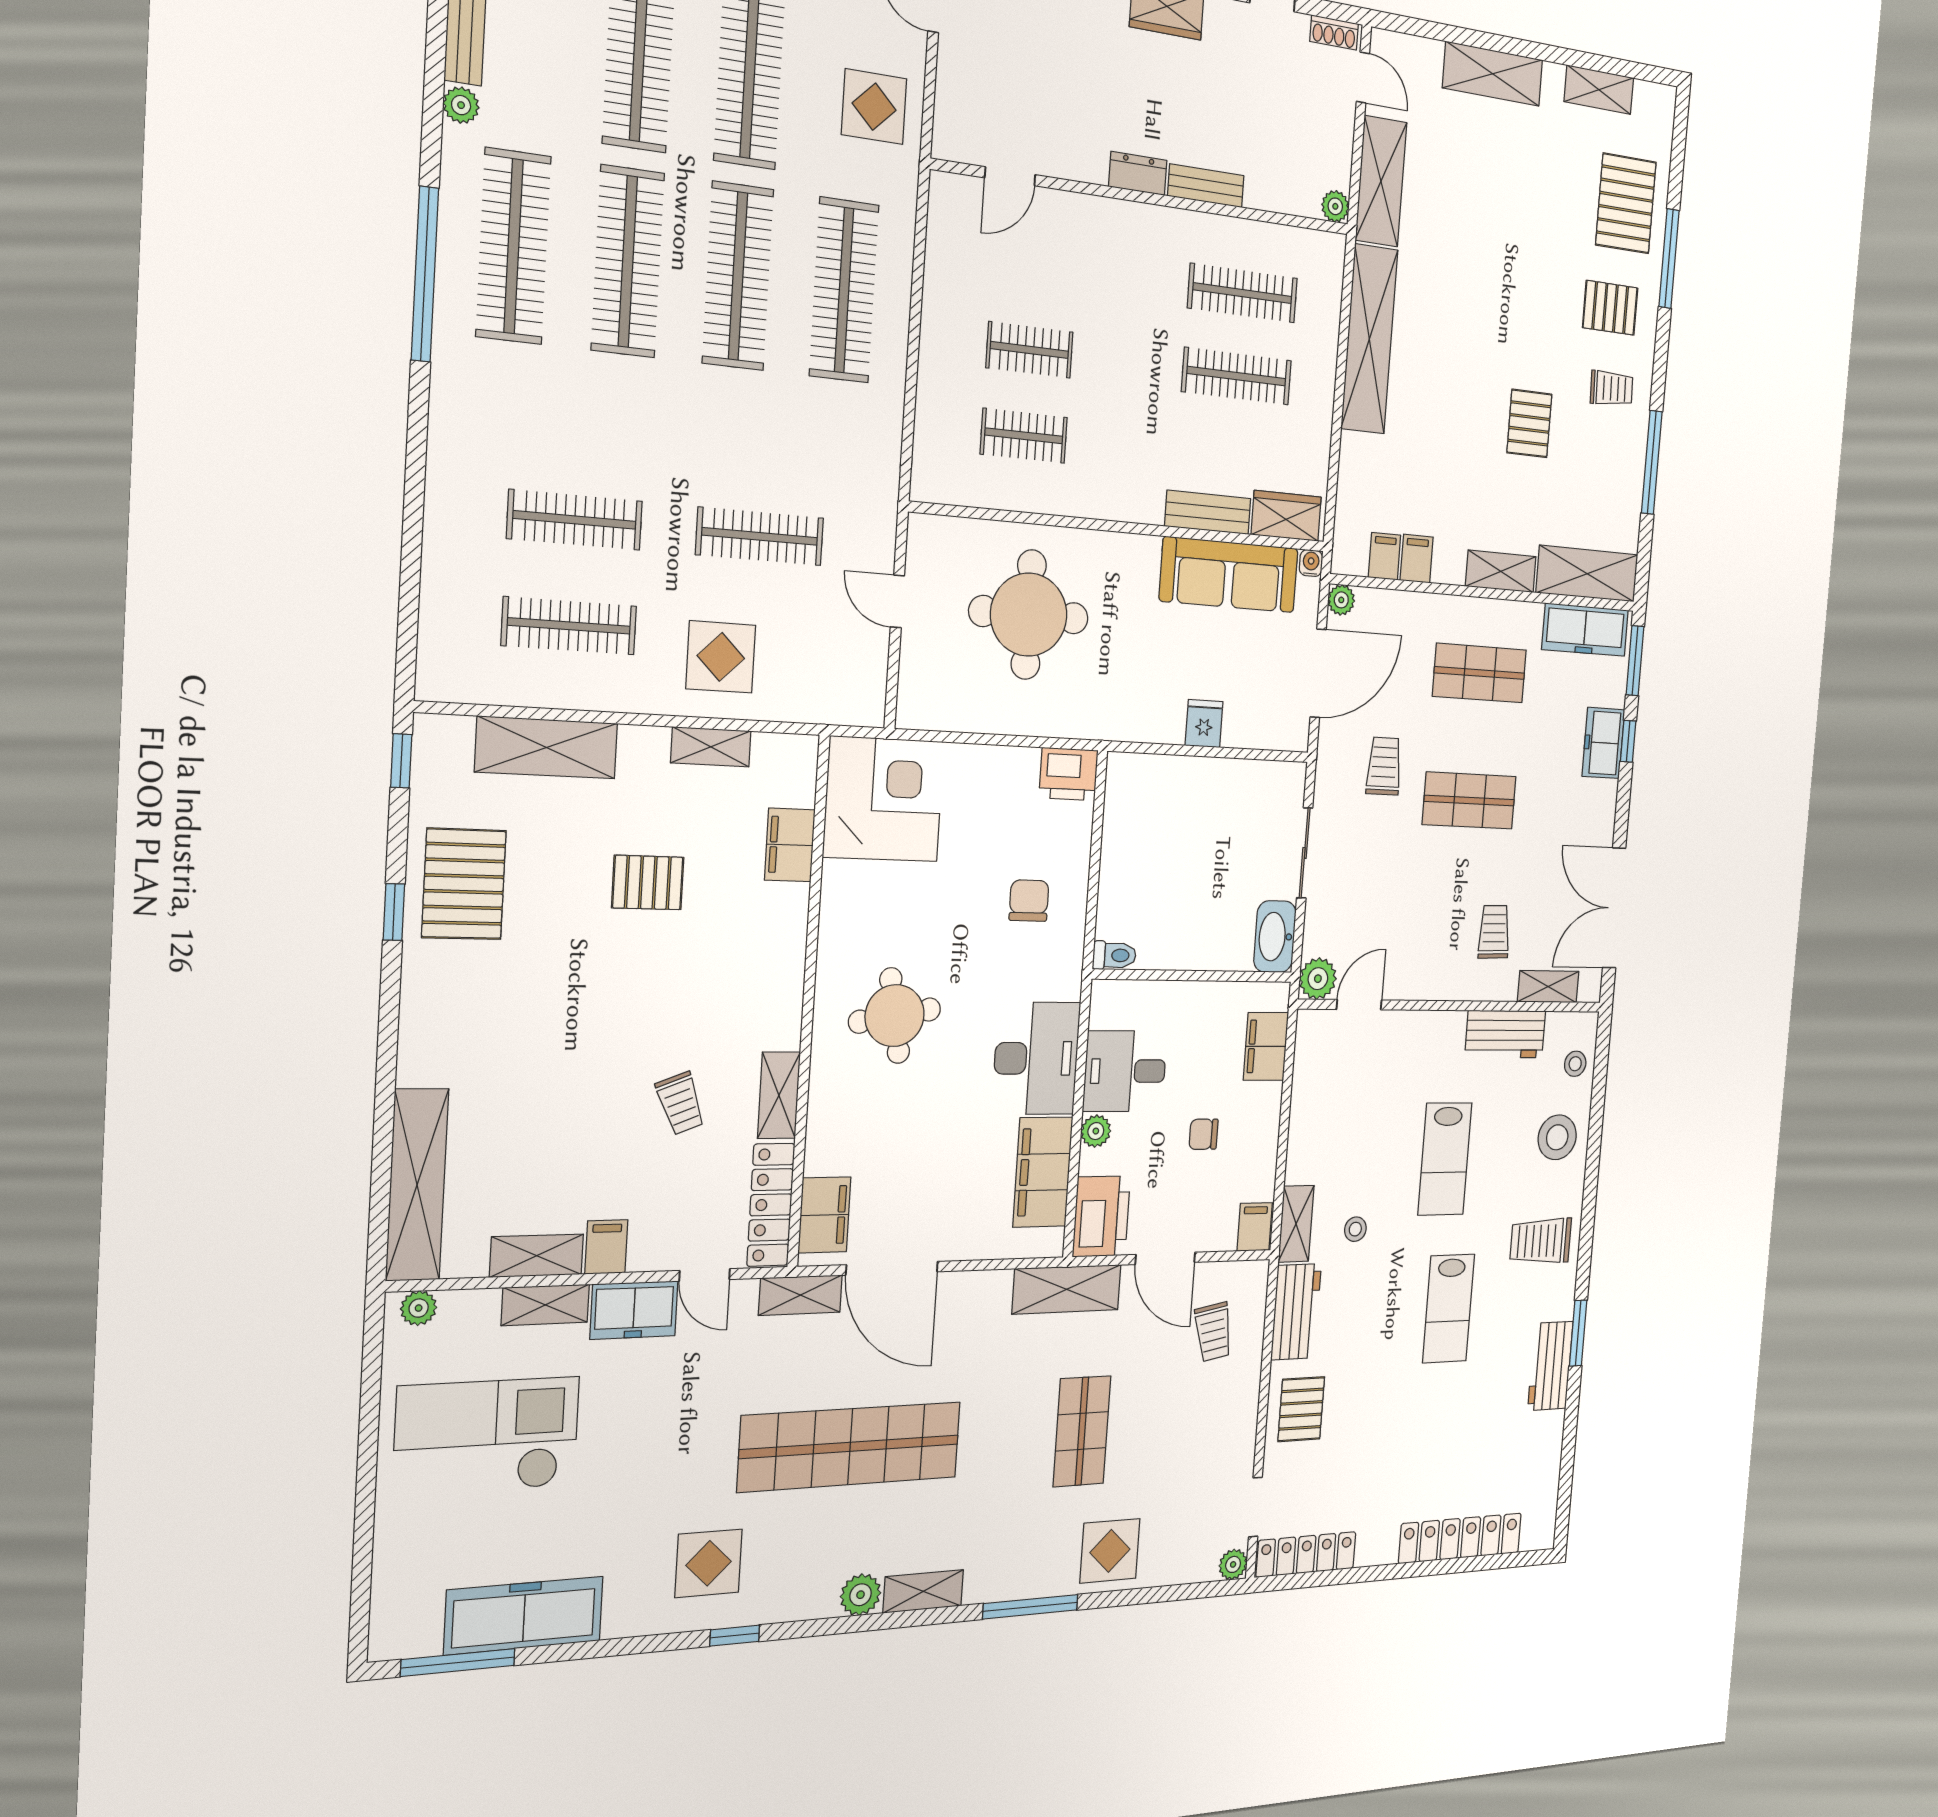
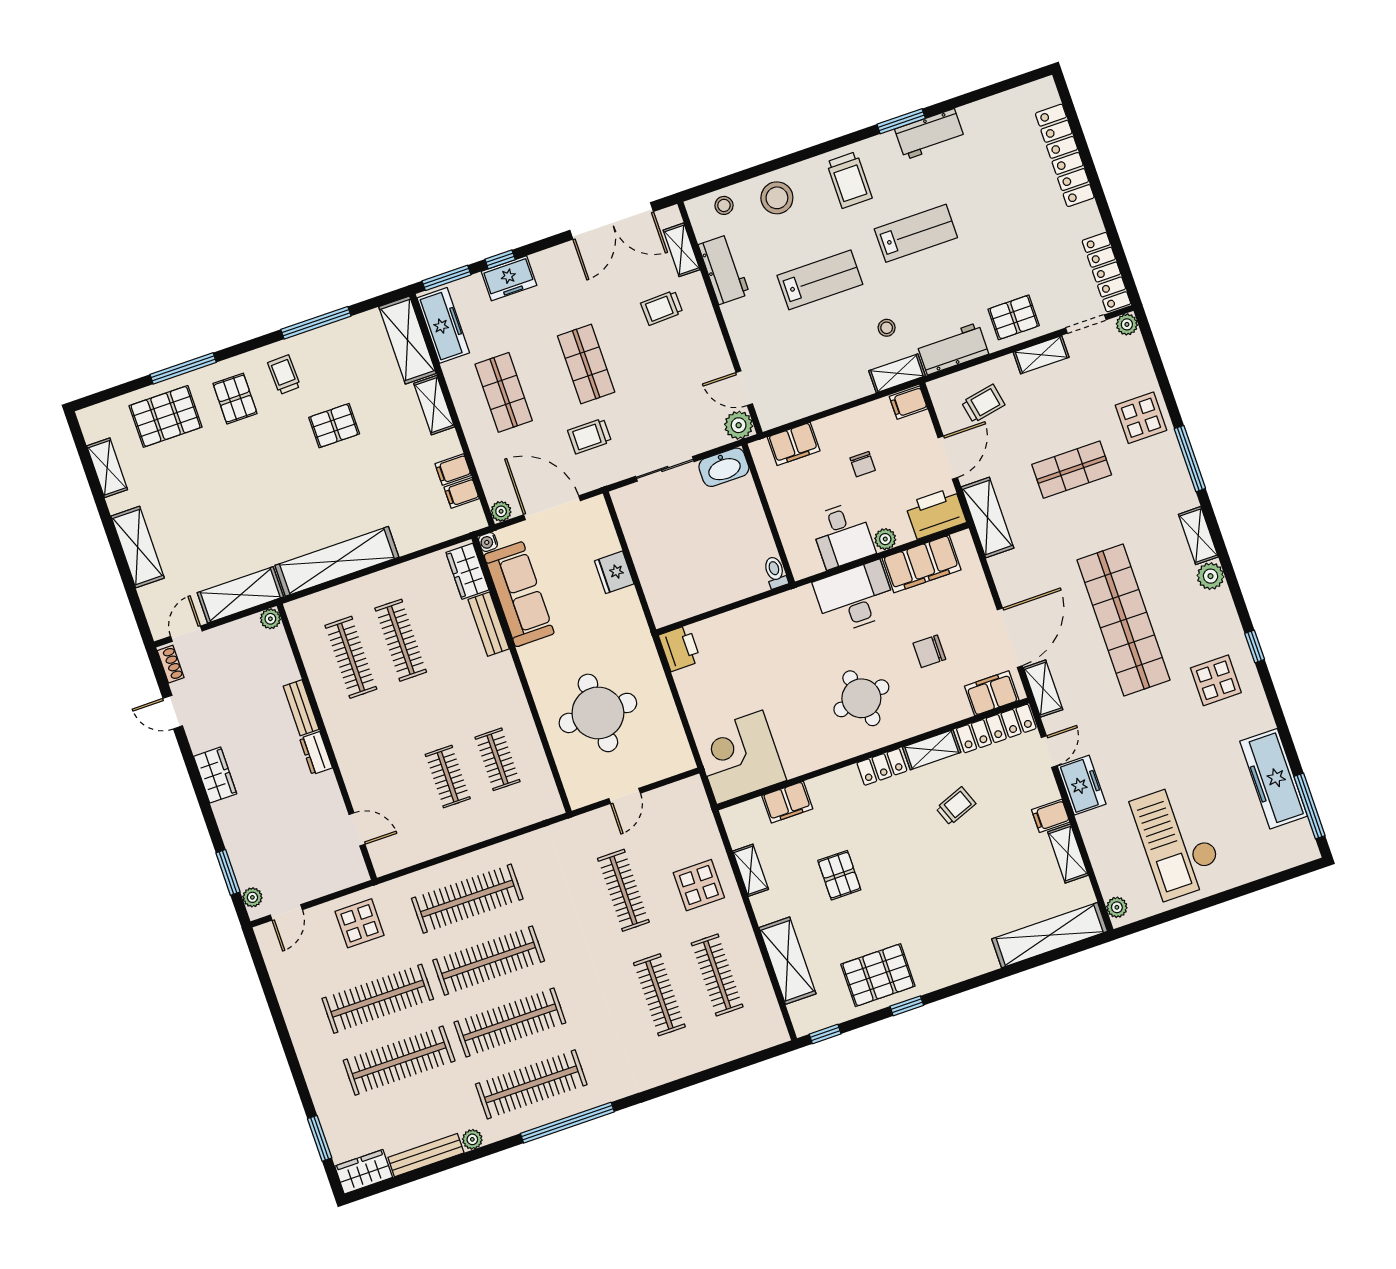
fridge: (1204, 724) -> (614, 572), width x1.38
chair: (1029, 901) -> (929, 651), moved
locker: (784, 1010) -> (882, 767), added
shelving: (545, 1305) -> (1041, 355), moved, turned 90

